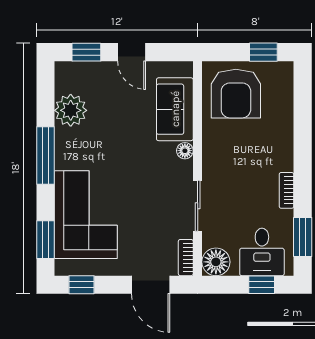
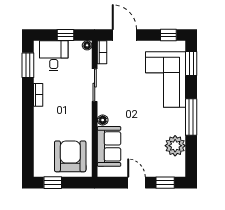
floor lamp: (216, 262) -> (87, 45), width x0.53, depth x0.53
window: (262, 285) -> (66, 35), moved

